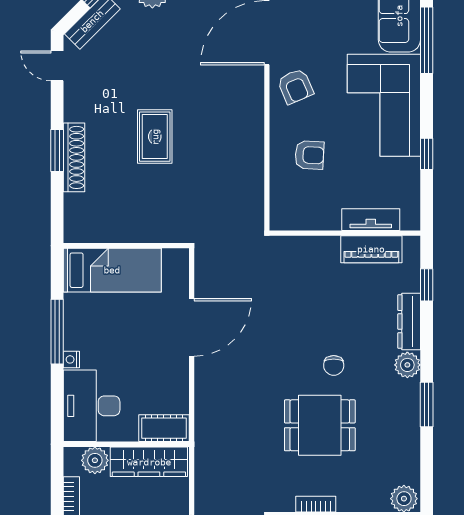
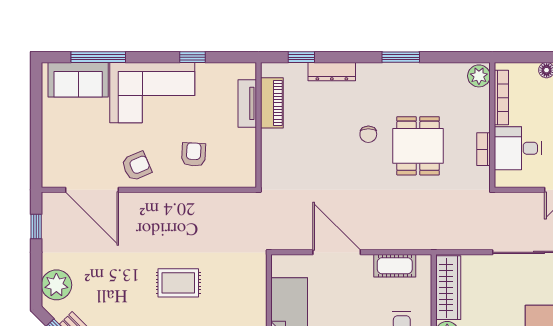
chair: (334, 365) -> (368, 134), turned 90
plant: (407, 365) -> (368, 73), removed
cot: (164, 428) -> (395, 266), moved, turned 90

